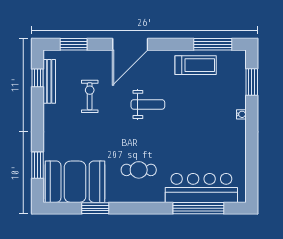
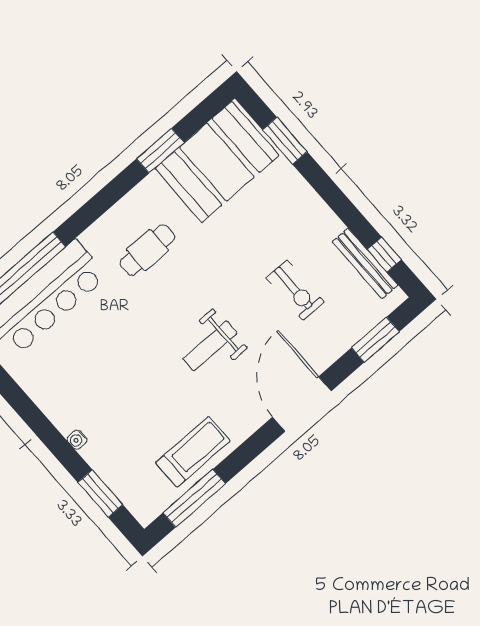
treadmill: (196, 65) -> (193, 452), turned 180

